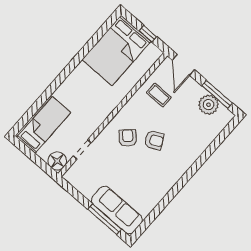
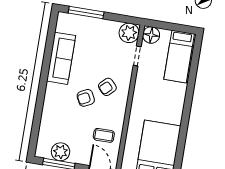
armchair: (128, 138) -> (107, 87), turned 90
plant: (76, 176) -> (129, 33), added
sofa: (117, 210) -> (61, 58), moved, turned -90

